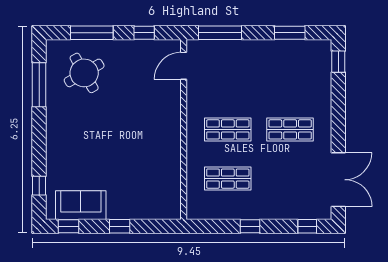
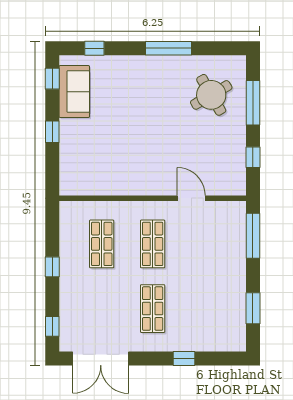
window: (338, 62) -> (184, 359), moved
door: (184, 66) -> (191, 198), moved
window: (39, 85) -> (168, 48), moved

